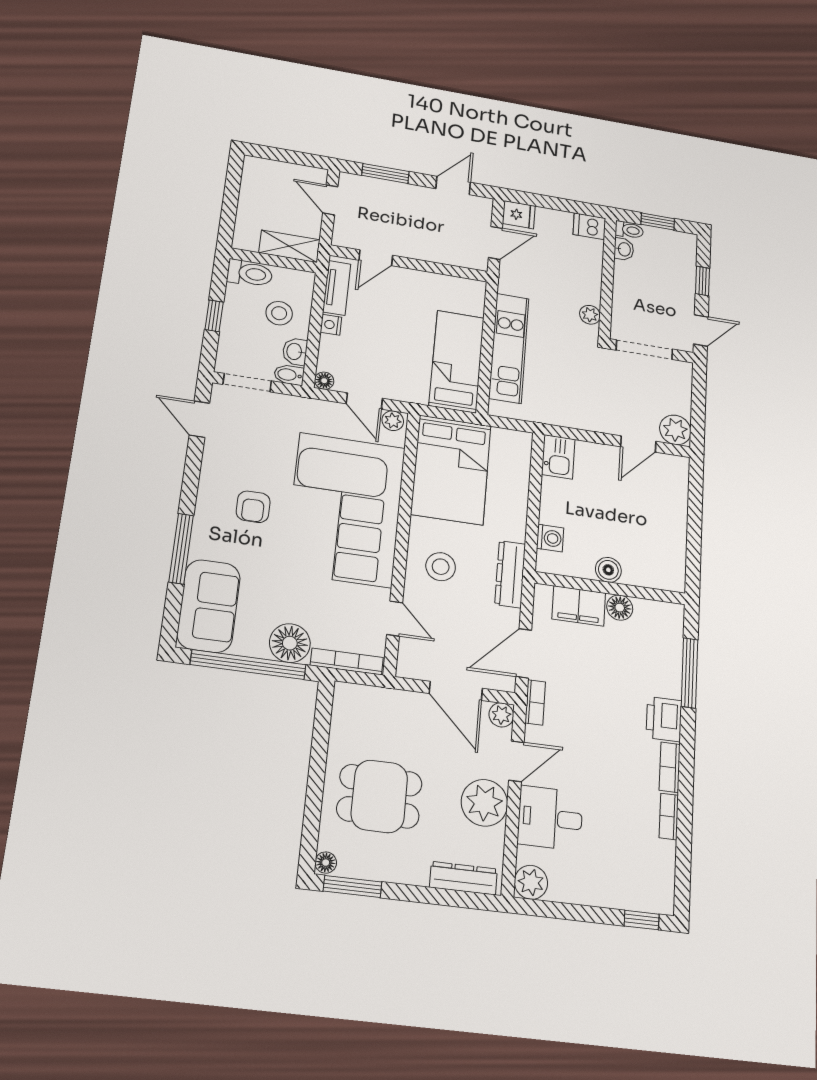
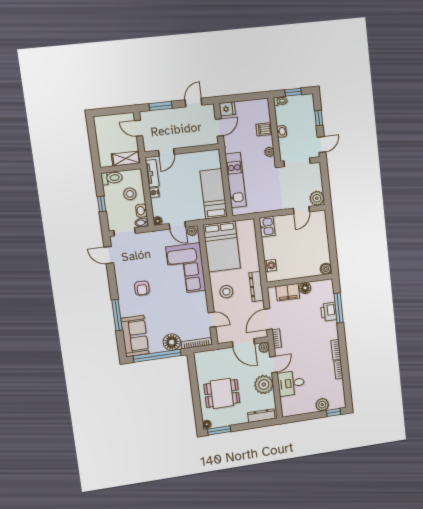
dishwasher: (589, 226) -> (264, 129), moved
washbasin: (624, 249) -> (282, 131), moved
corner sofa: (345, 509) -> (186, 269), width x0.73, depth x0.74
boiler: (608, 570) -> (326, 269), moved
printer: (664, 719) -> (329, 312), moved
plant: (531, 882) -> (322, 405), moved

